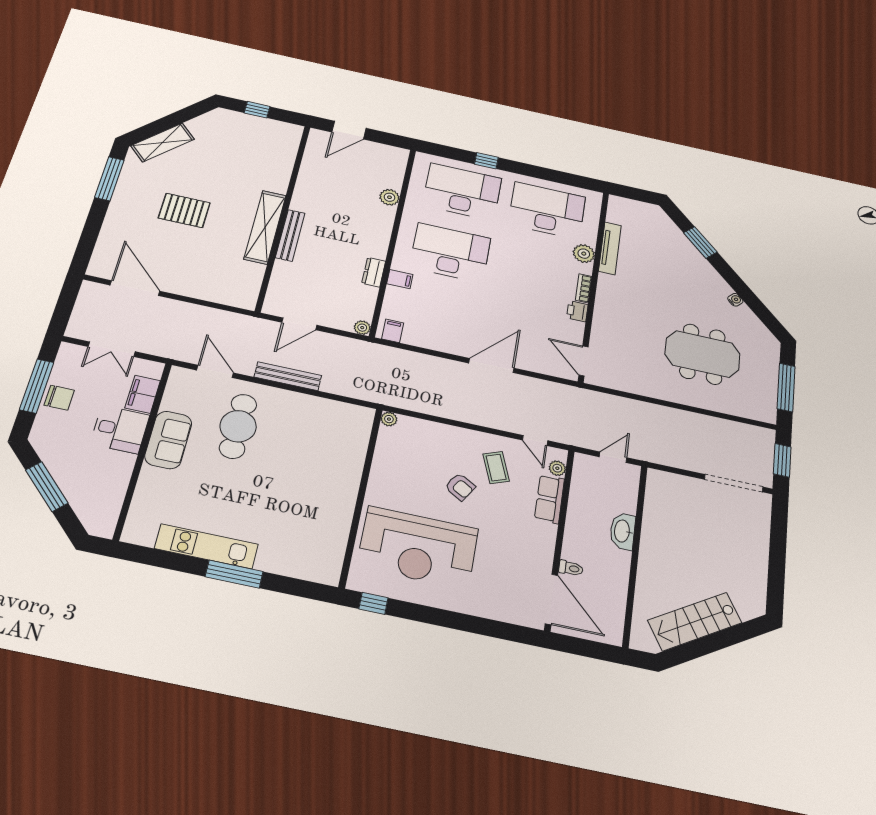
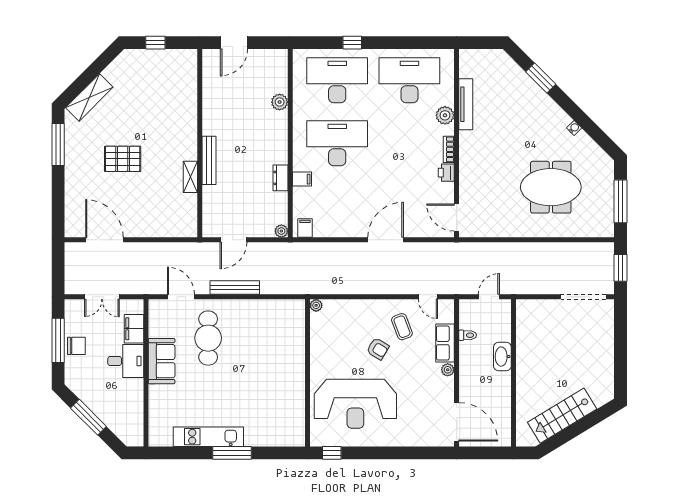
shelving: (265, 227) -> (190, 177), width x0.45, depth x0.75
plant: (557, 468) -> (448, 370), moved
toilet: (571, 568) -> (468, 335), moved

